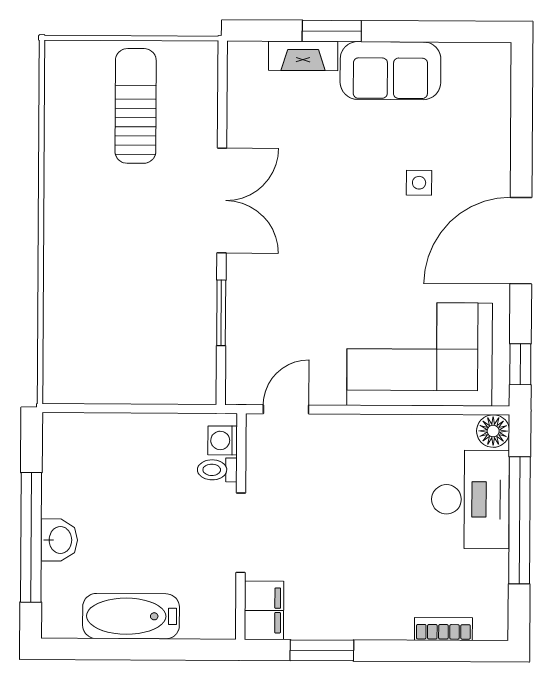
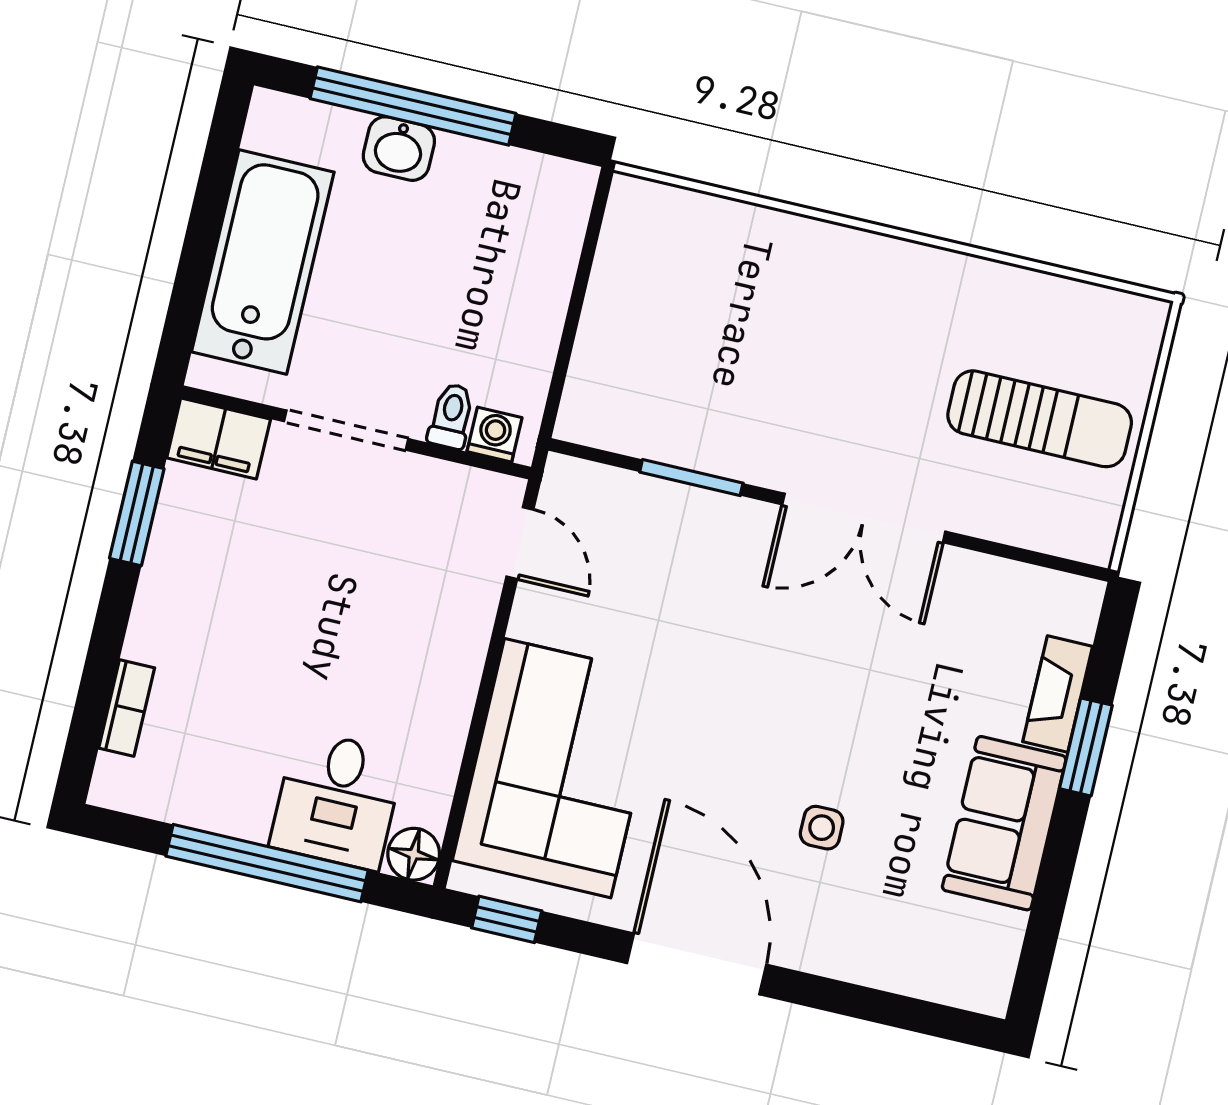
desk: (470, 499) -> (337, 800), width x0.73
bathtub: (131, 616) -> (263, 262), width x1.36, depth x1.36

